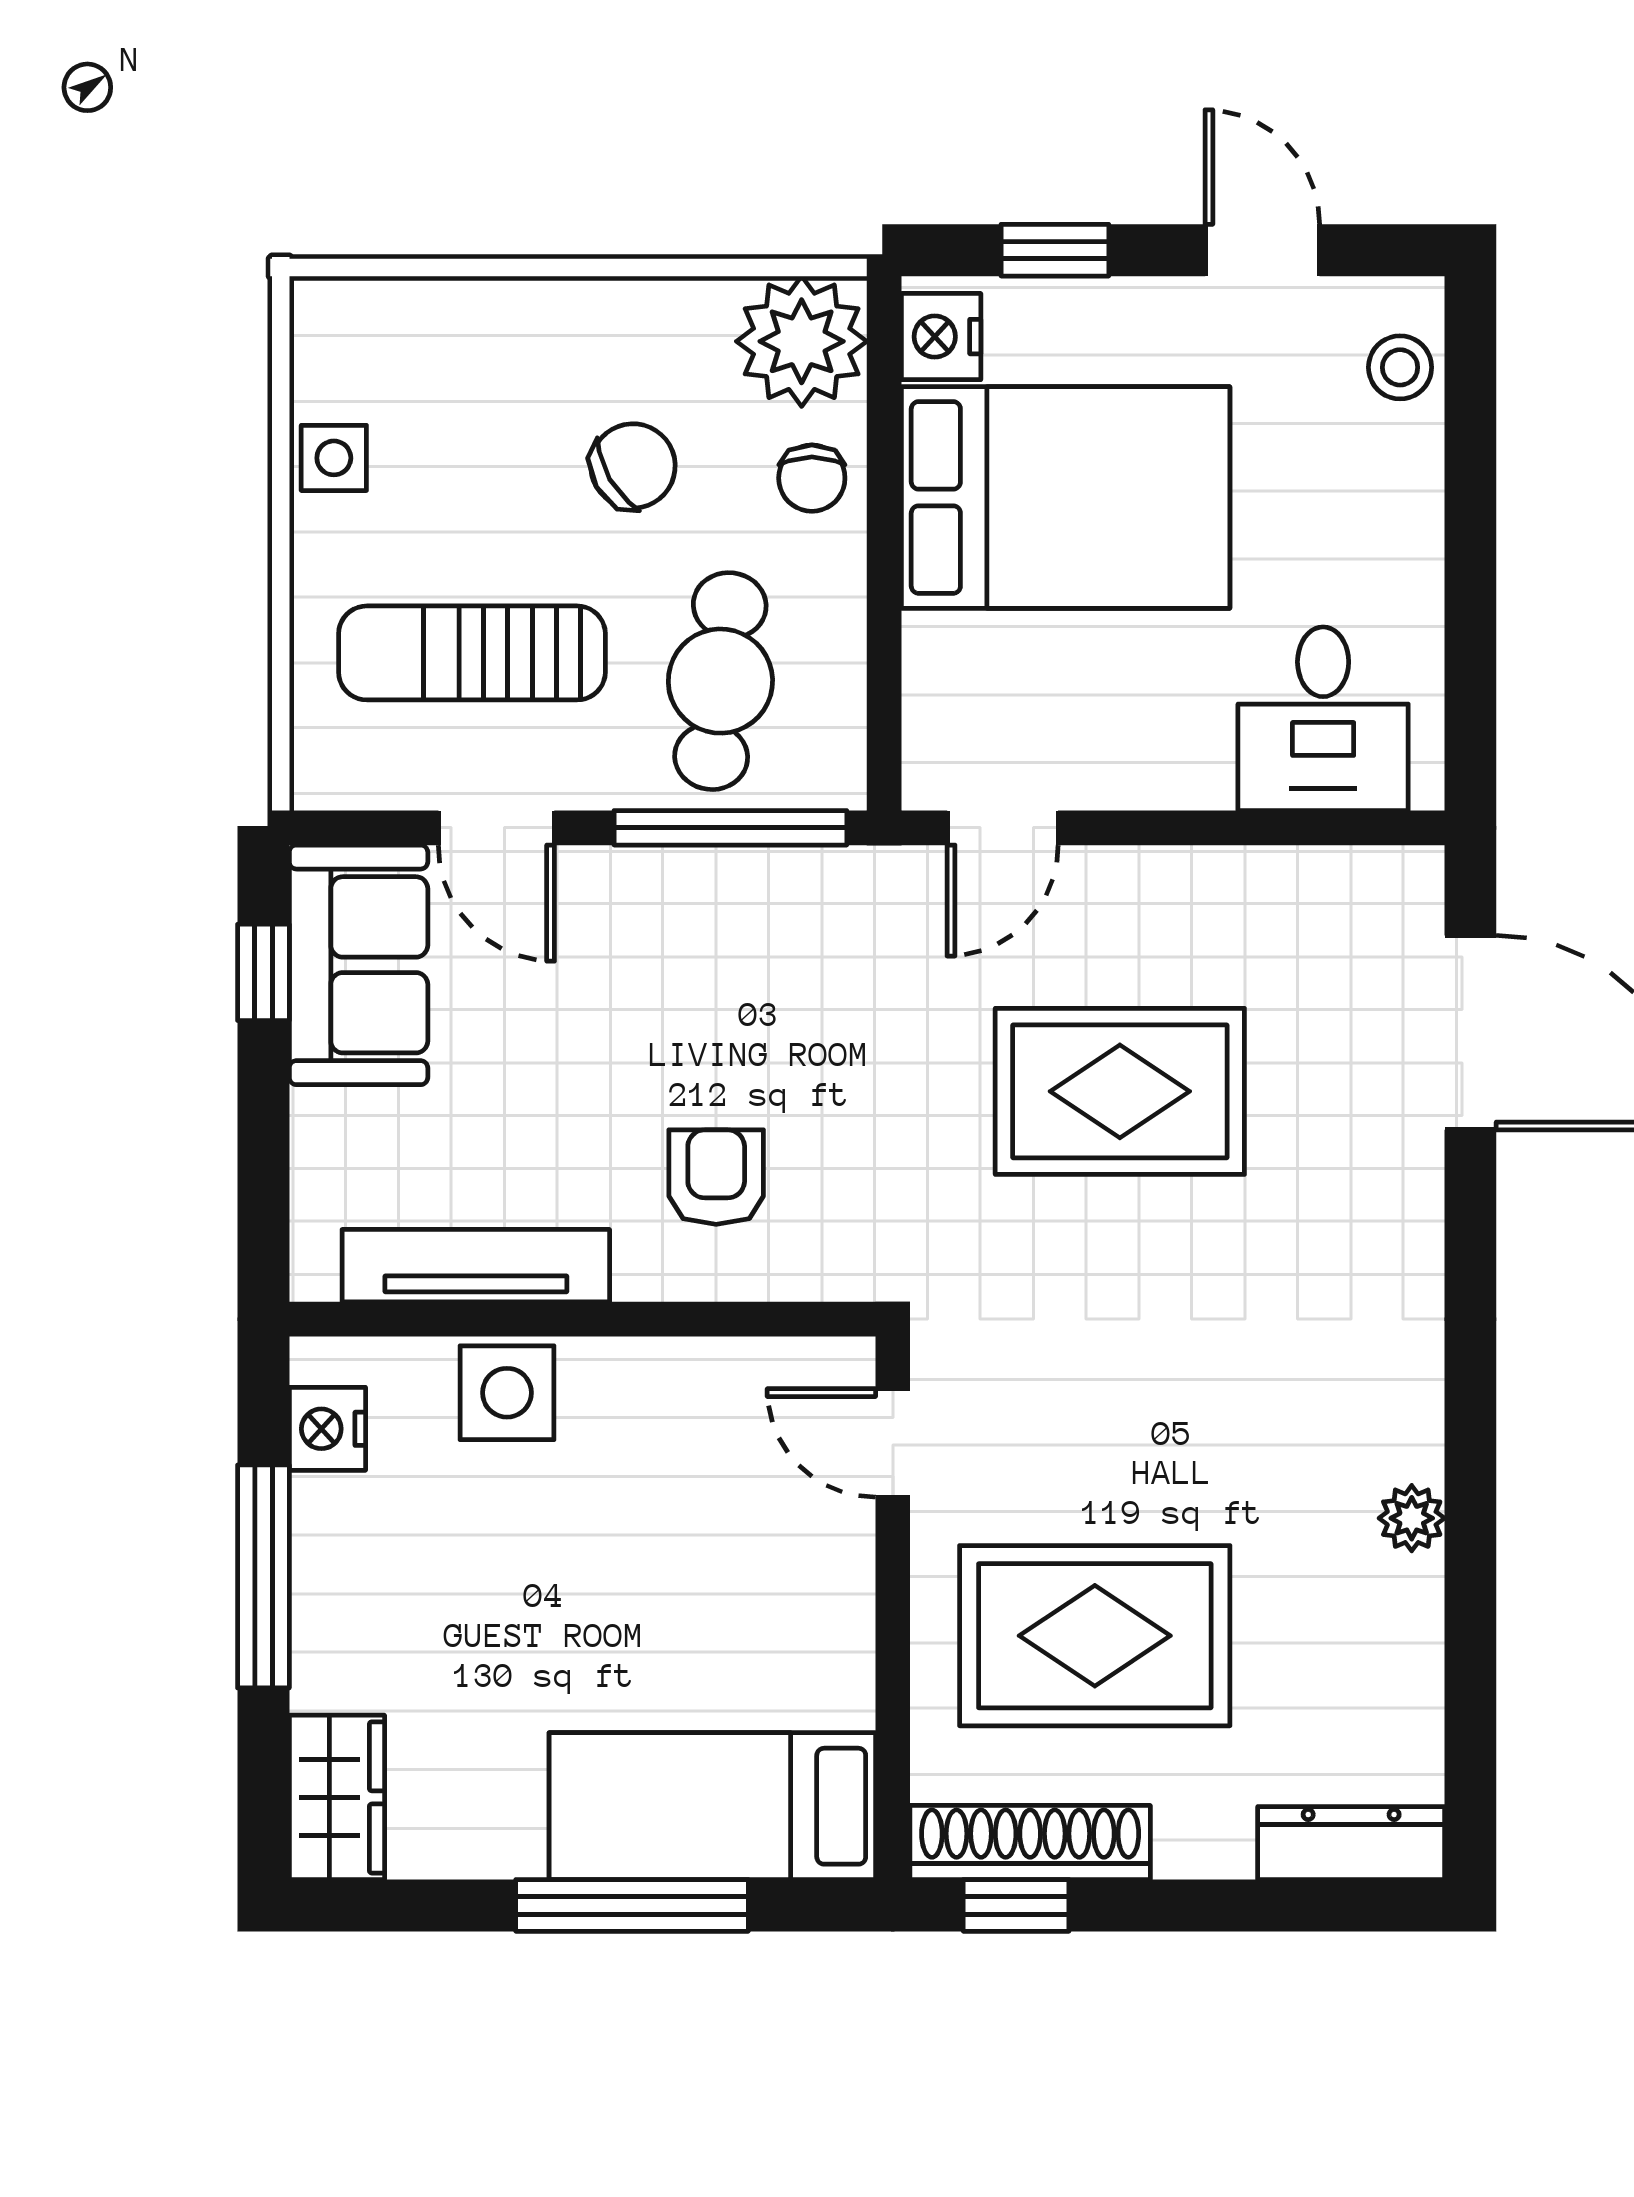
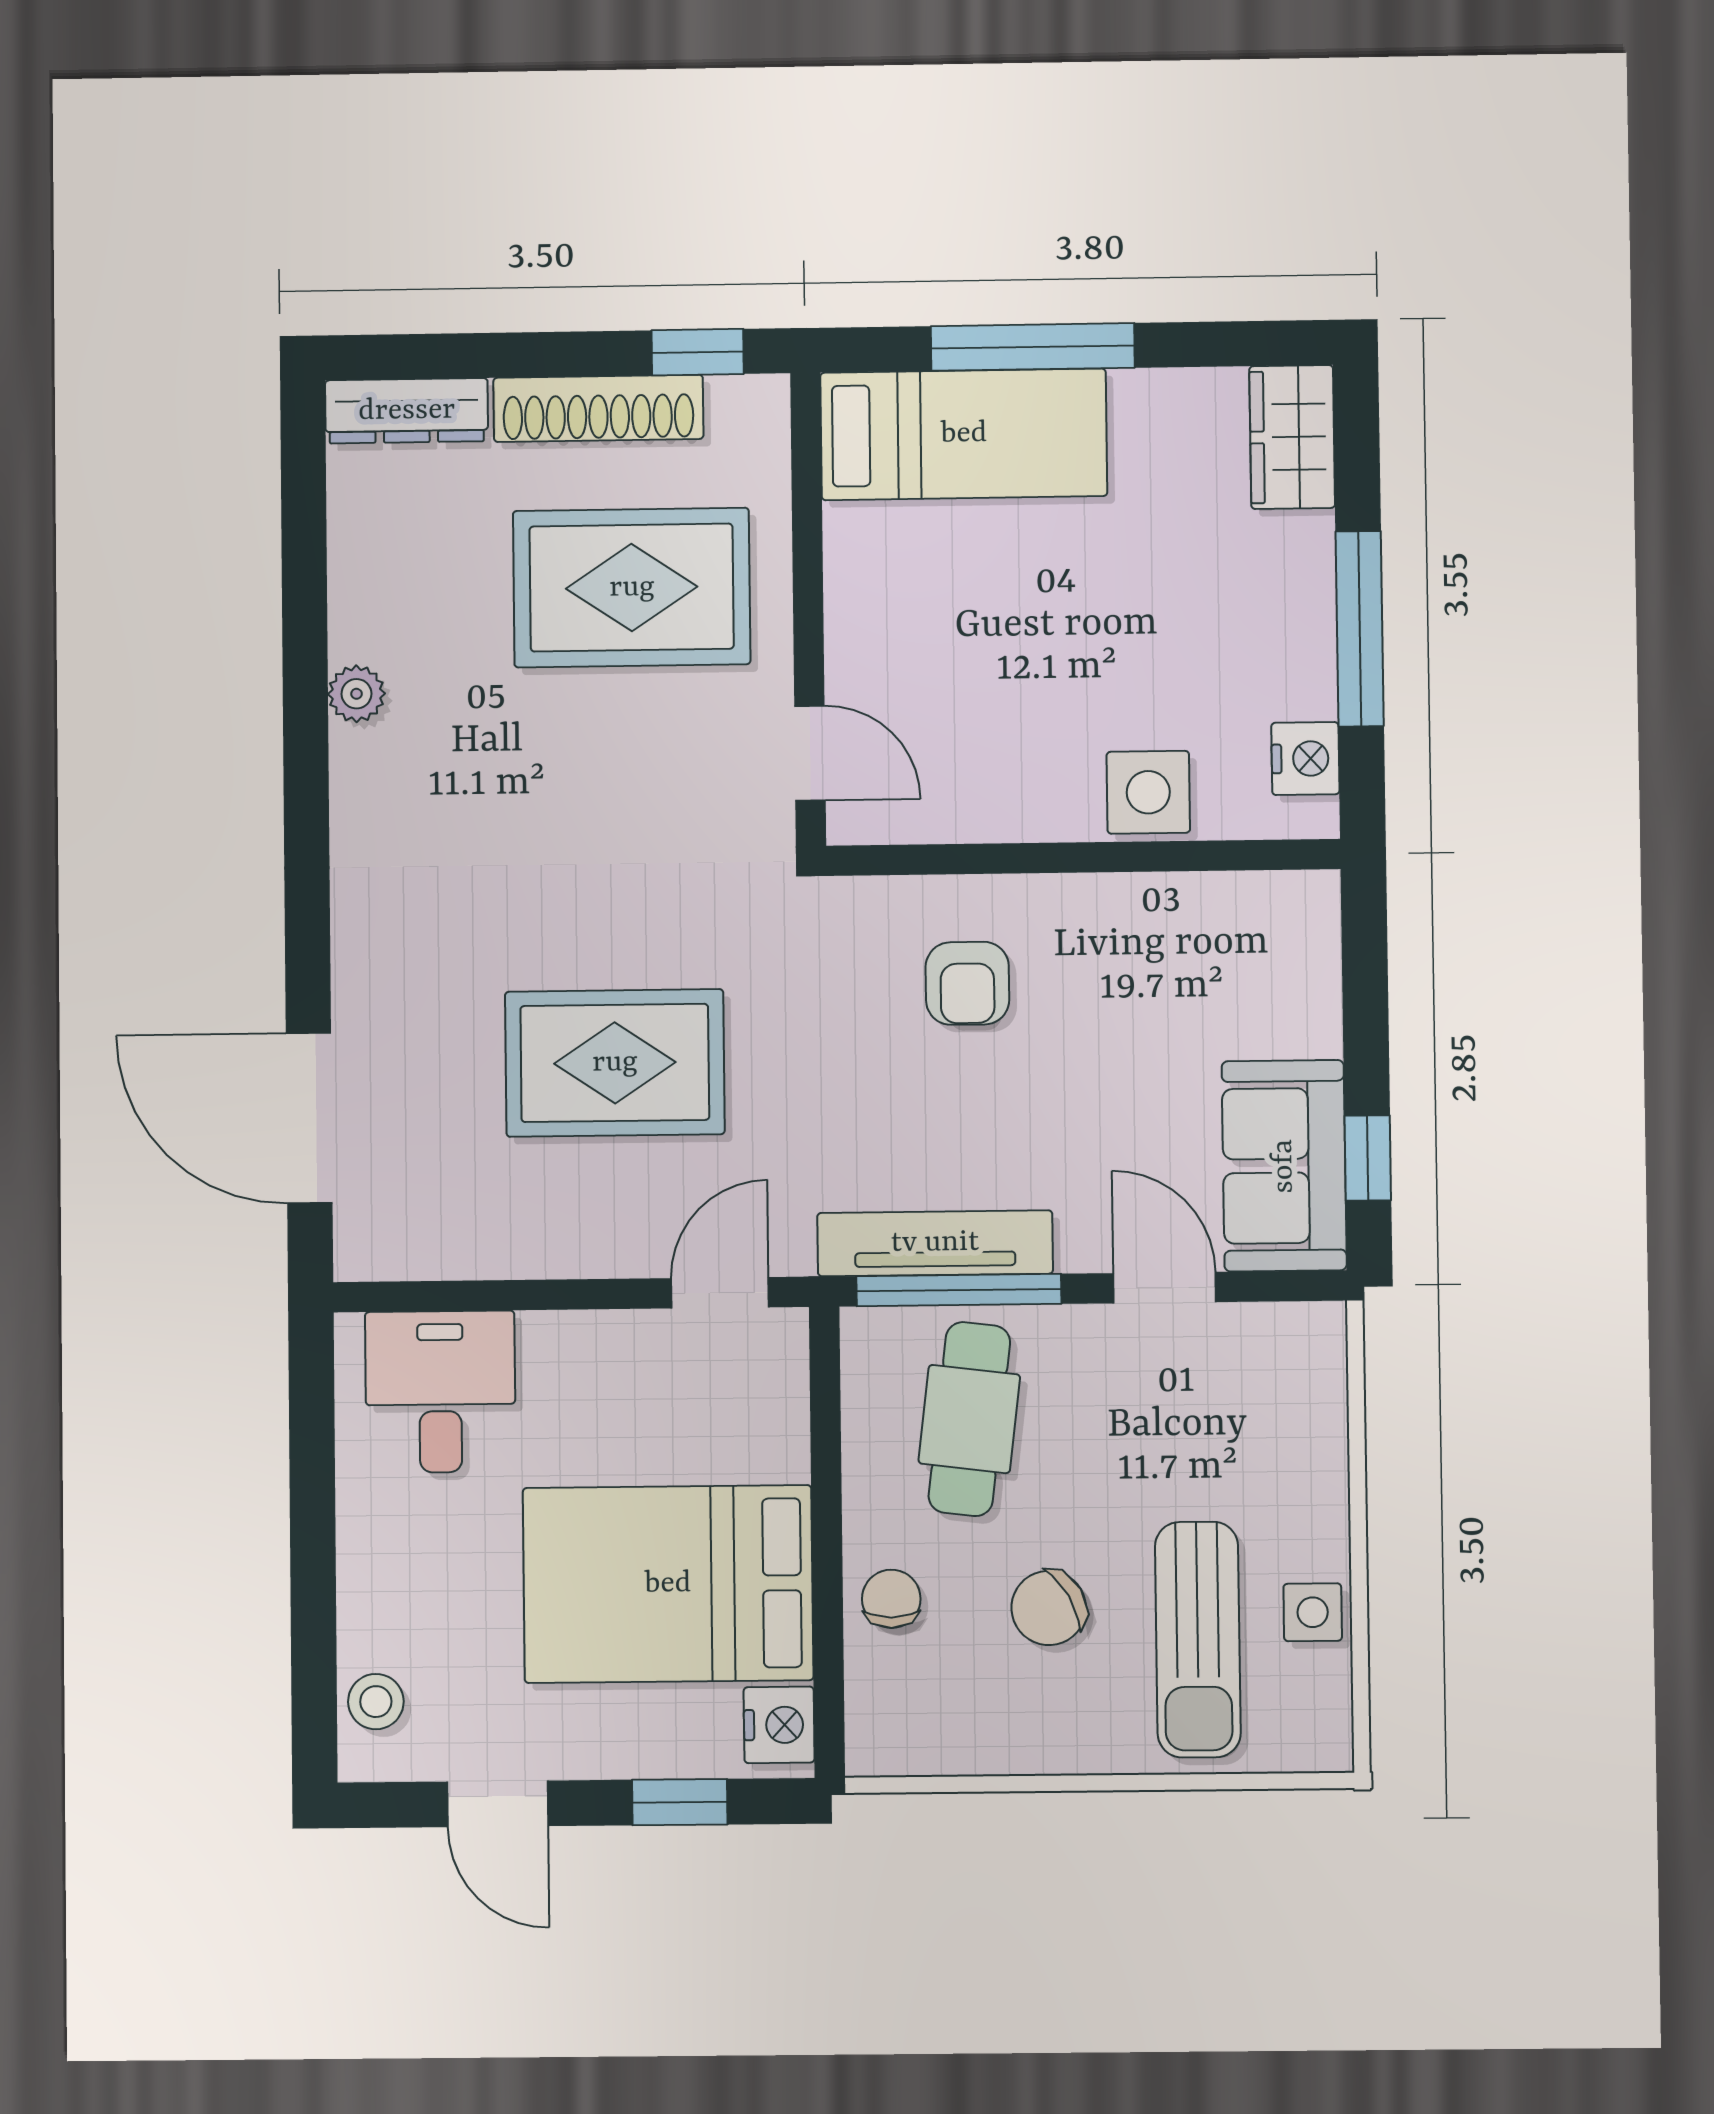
plant: (802, 341) -> (902, 1719), removed
sun lounger: (472, 653) -> (1198, 1640), moved, turned 90
tv unit: (476, 1266) -> (935, 1243), moved, turned 180
shoe rack: (1030, 1843) -> (598, 408), moved

